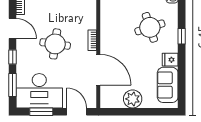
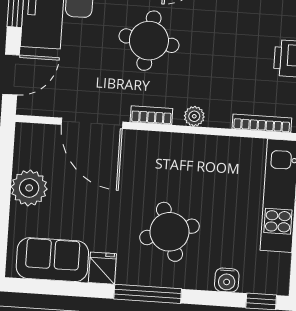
plant: (91, 19) -> (194, 116), added
window: (182, 36) -> (148, 294), width x2.17
door: (98, 70) -> (92, 123), hinge flipped

